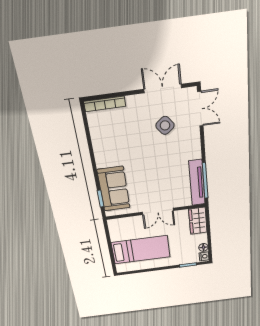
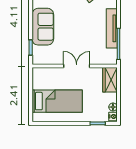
tv unit: (197, 183) -> (112, 28), moved
sofa: (114, 189) -> (43, 27), moved
double door: (158, 211) -> (77, 66), swing flipped

